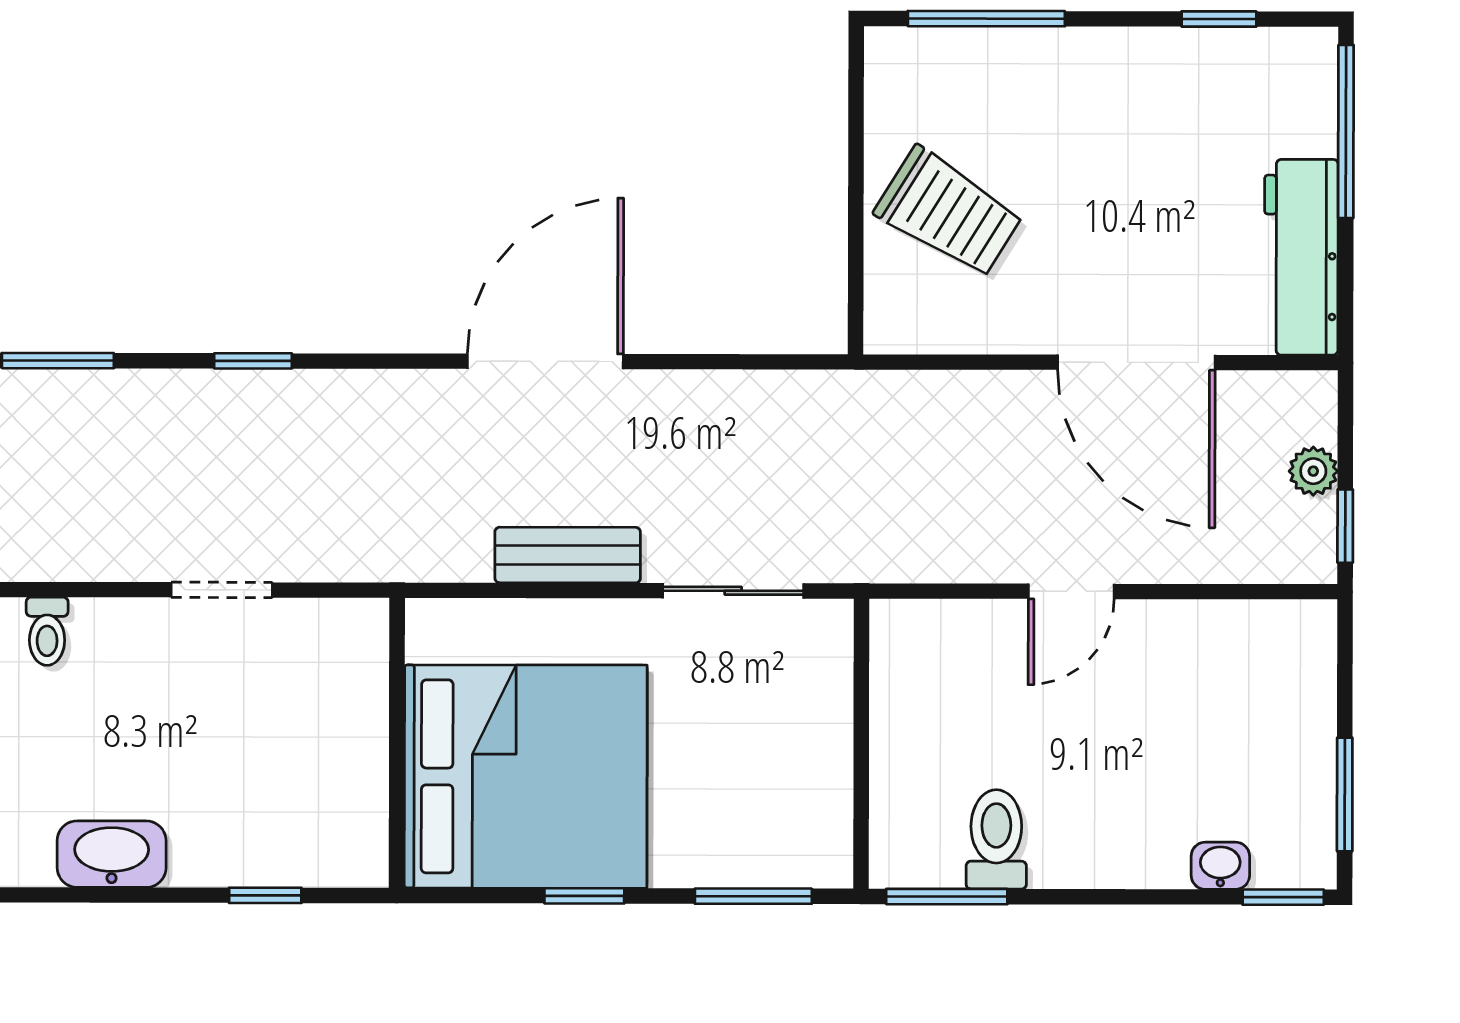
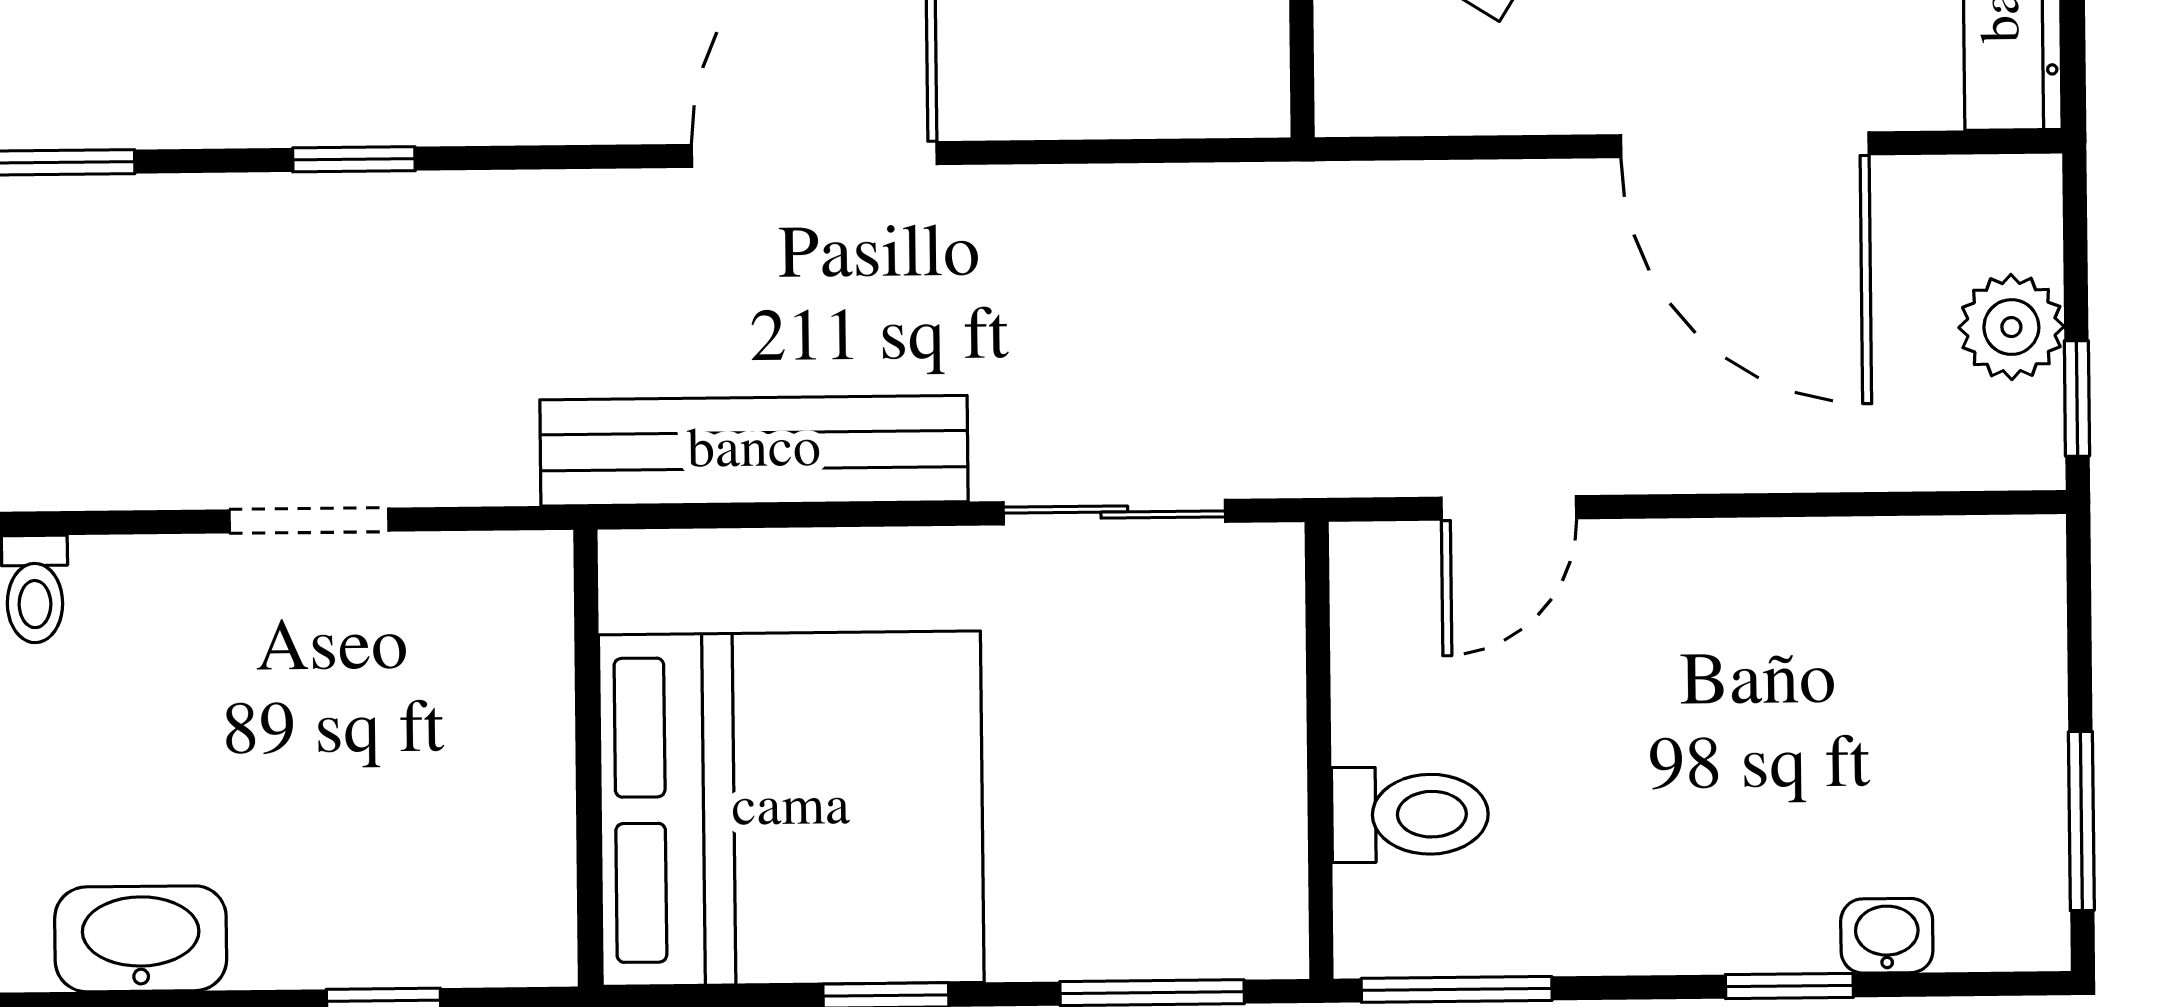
plant: (1313, 471) -> (2011, 327), width x1.38, depth x1.38
bench: (568, 555) -> (754, 451), width x1.86, depth x1.21
door: (1071, 591) -> (1509, 508), moved
toilet: (996, 839) -> (1410, 814), moved, turned 90
window: (1283, 897) -> (1789, 986), moved

